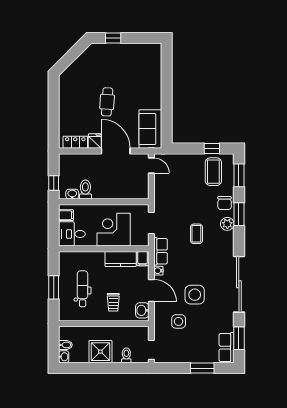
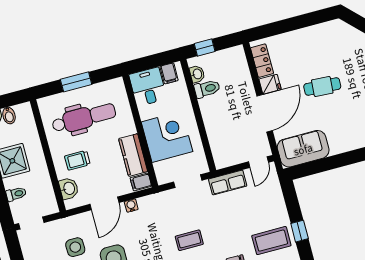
row of seats: (161, 251) -> (228, 182), moved
dental chair: (83, 289) -> (84, 118), width x1.36, depth x1.38
washbasin: (142, 310) -> (69, 188), moved, turned 90

